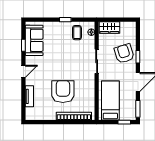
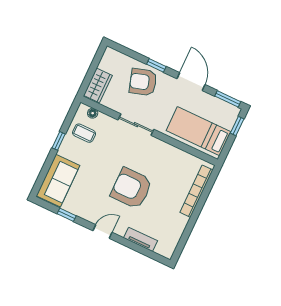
sofa: (34, 40) -> (58, 181), moved, turned 90
door: (23, 71) -> (102, 232), hinge flipped
armchair: (63, 92) -> (131, 188), moved

